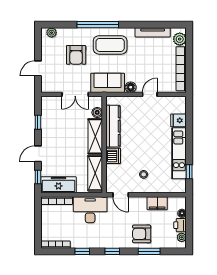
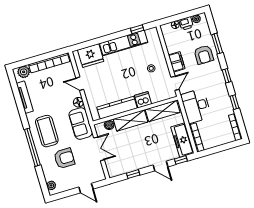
fridge: (179, 120) -> (91, 56), width x1.88, depth x1.34
filing cabinet: (157, 203) -> (177, 62), moved

